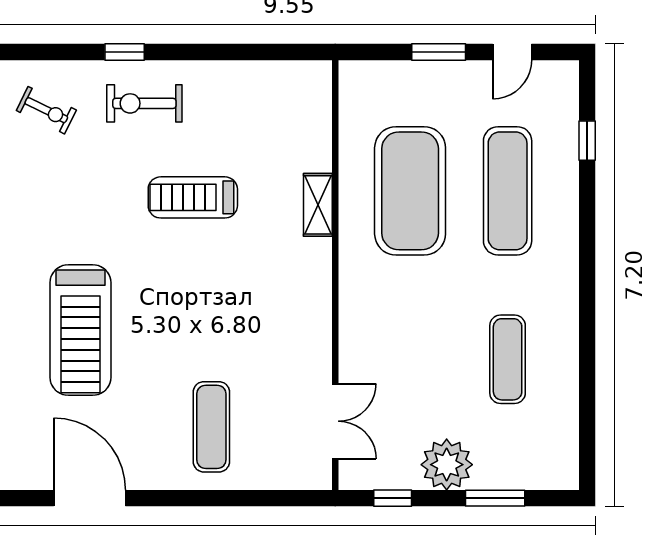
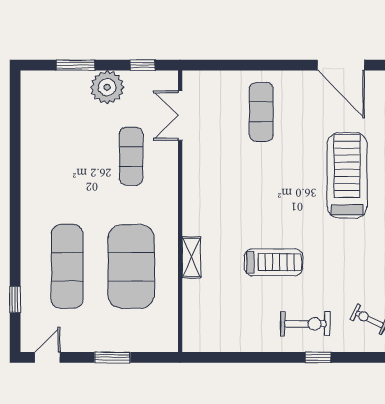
door: (512, 52) -> (47, 357), moved
exercise mat: (508, 359) -> (131, 156), moved

